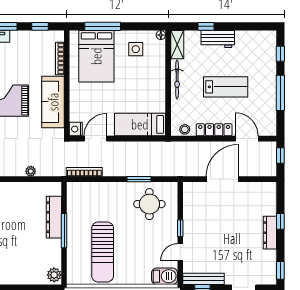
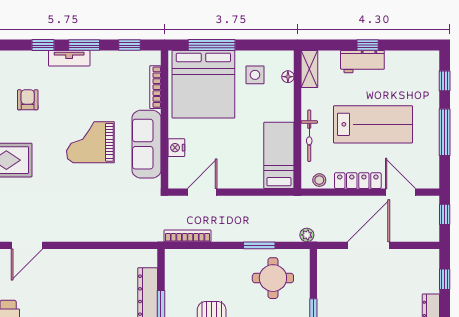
window: (206, 26) -> (368, 45), moved
floor lamp: (161, 35) -> (288, 77), moved
bed: (96, 56) -> (203, 84), width x1.36
bicycle: (177, 80) -> (309, 136), moved
lab bench: (226, 87) -> (373, 124), width x1.36, depth x1.39
bed: (140, 124) -> (279, 155), moved, turned 90
nightstand: (76, 129) -> (176, 148), moved
plant: (31, 171) -> (307, 235), moved
window: (280, 221) -> (445, 279), moved

